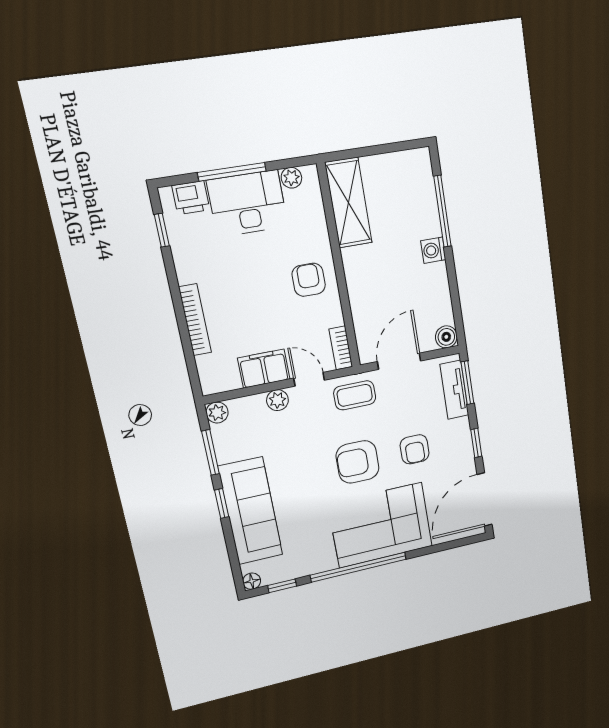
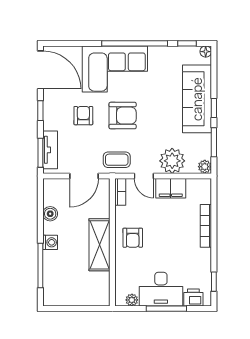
shelving: (349, 203) -> (100, 245), moved
boiler: (446, 337) -> (50, 214), moved
plant: (277, 400) -> (172, 161), width x1.87, depth x1.87
door: (485, 500) -> (40, 70), hinge flipped

